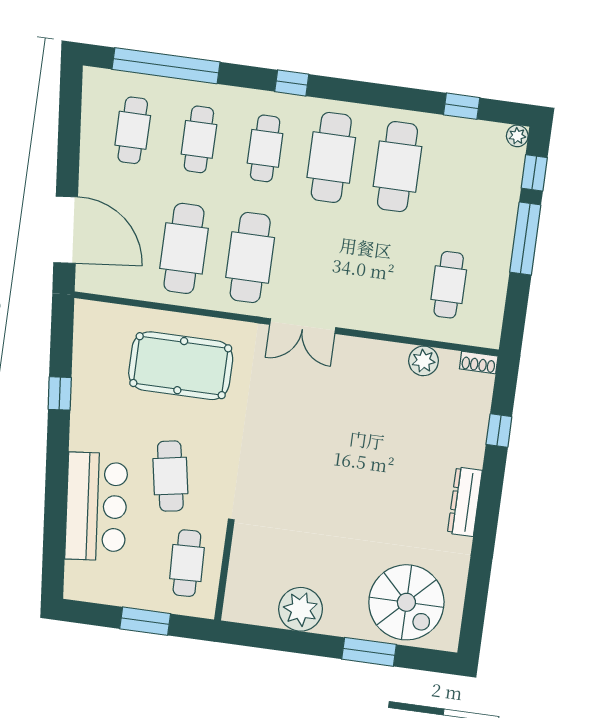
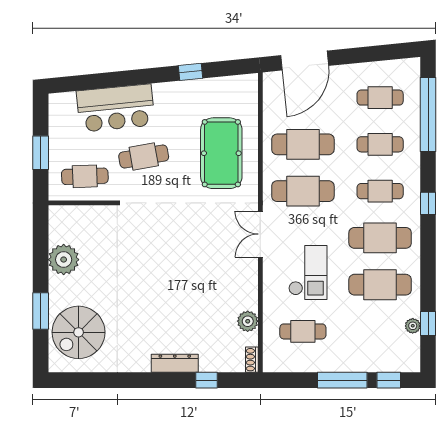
plant: (517, 136) -> (413, 326), moved
checkout: (366, 266) -> (308, 273), added
dresser: (465, 502) -> (175, 363), moved

